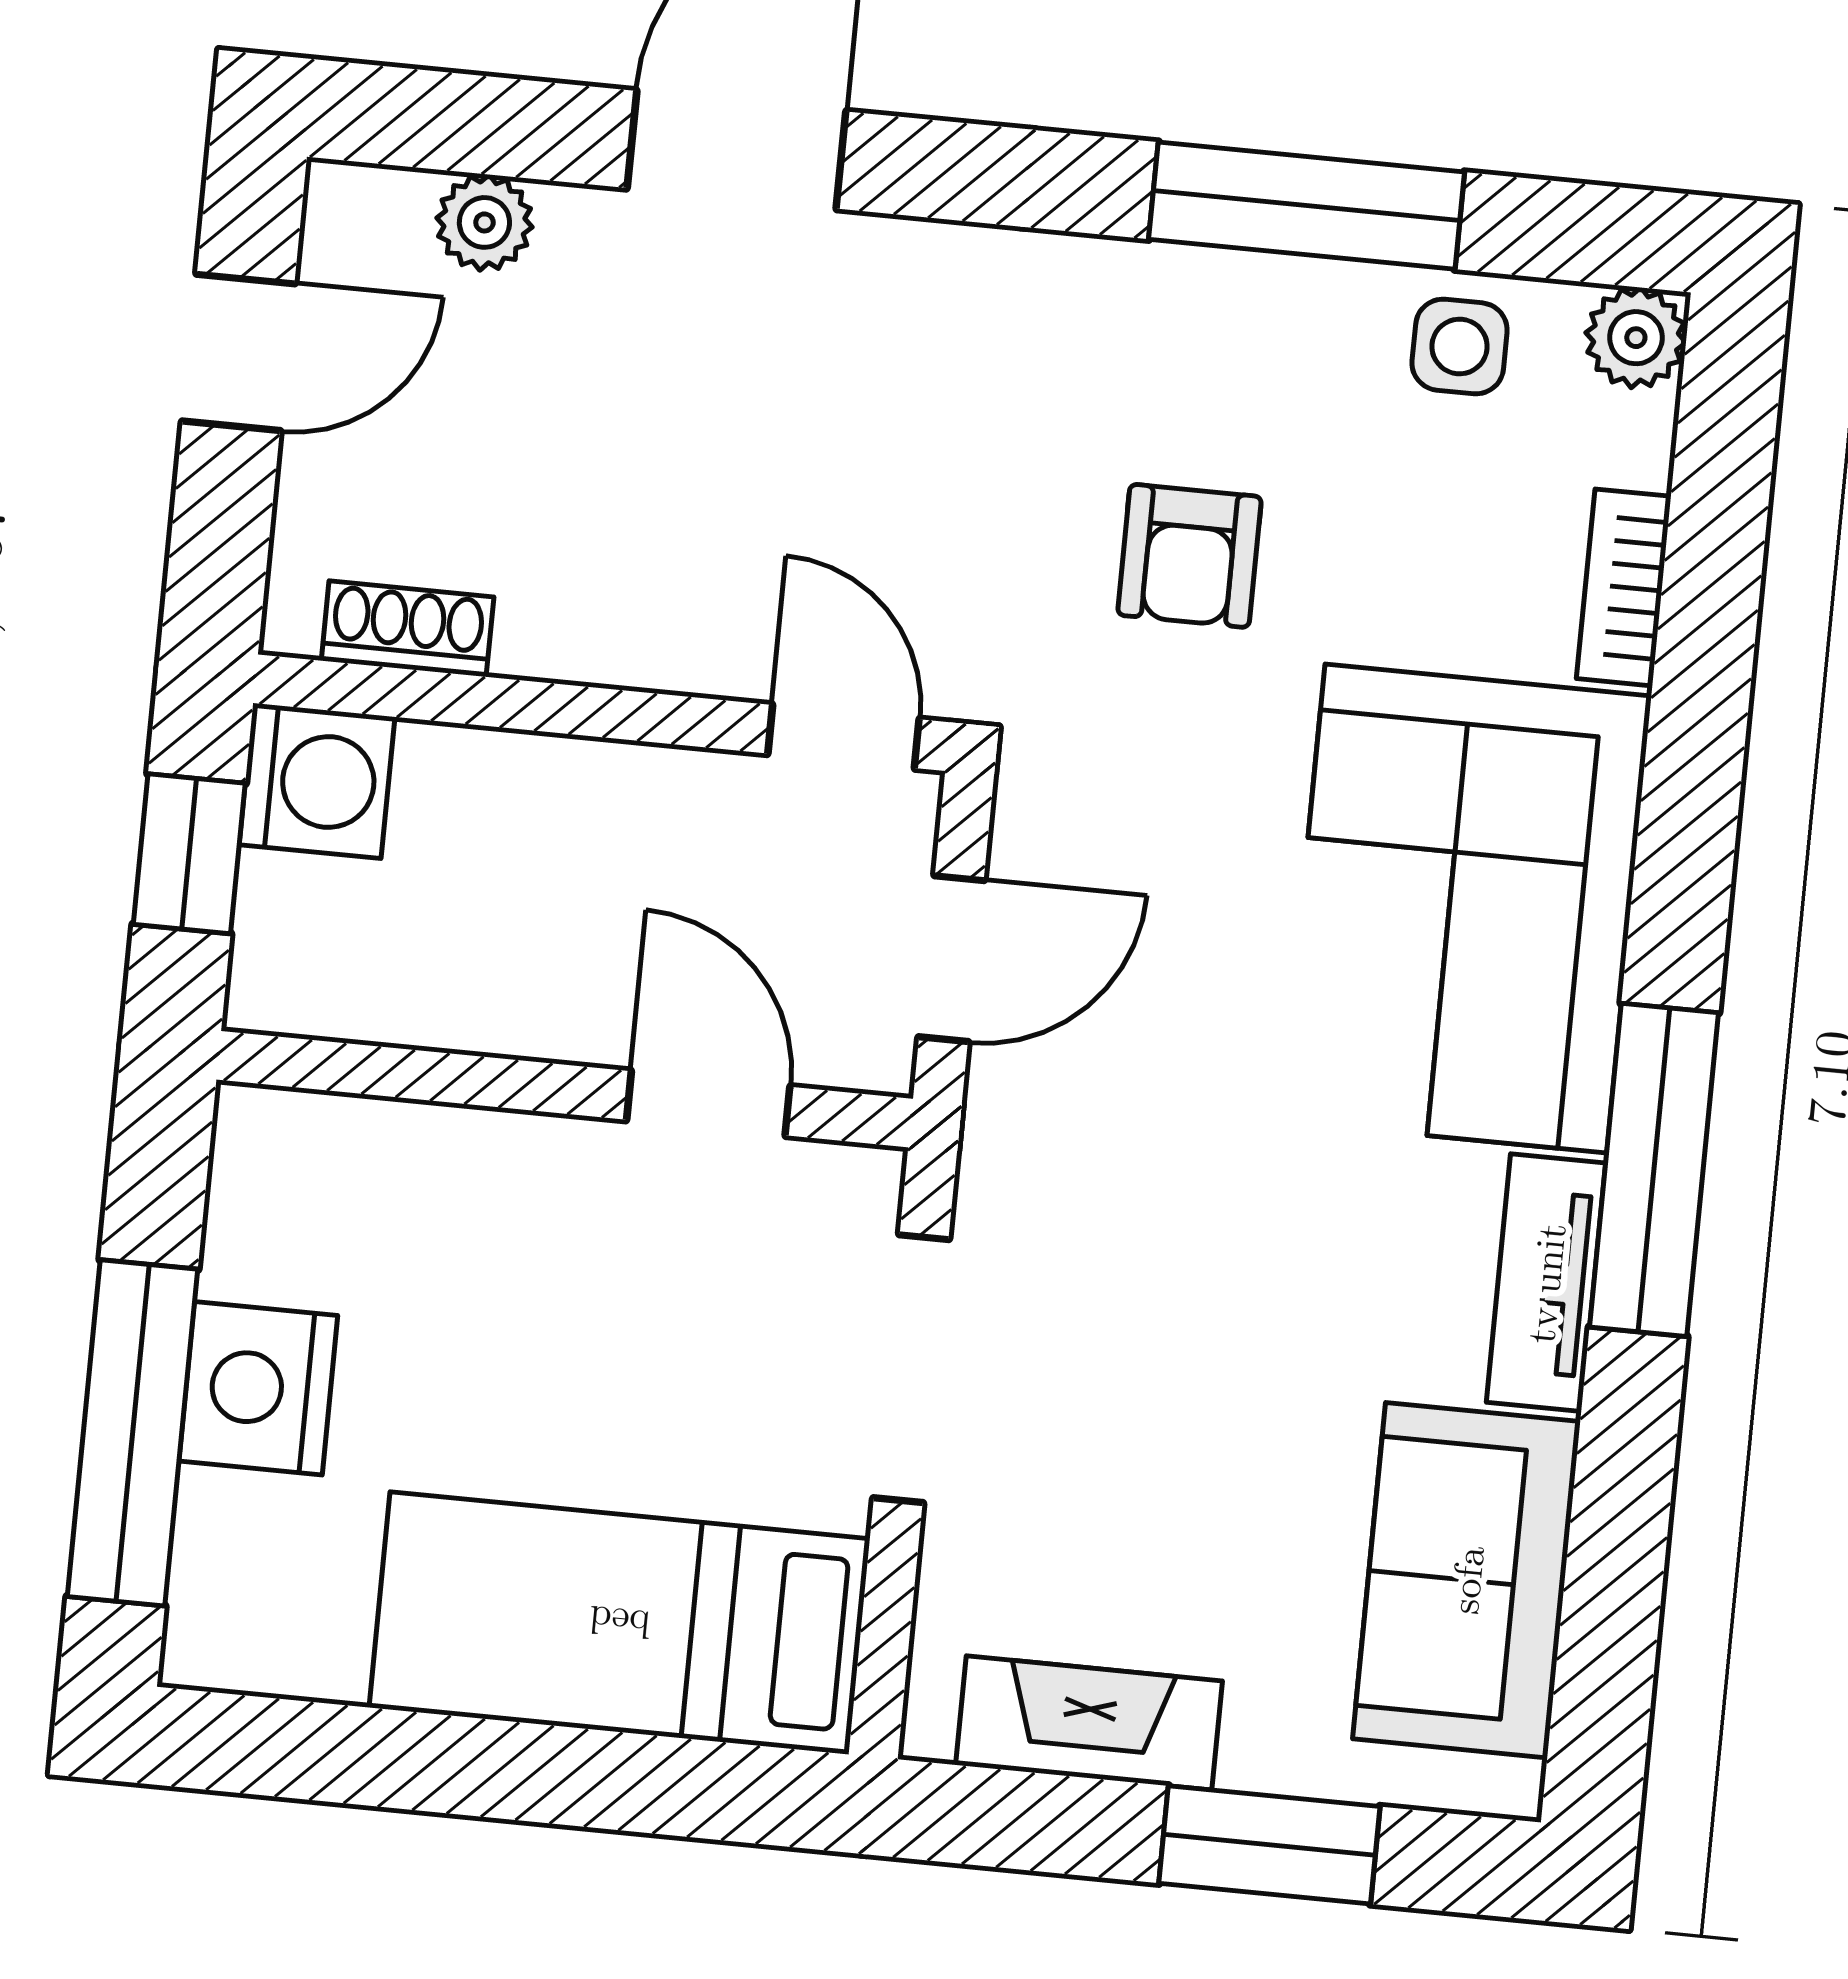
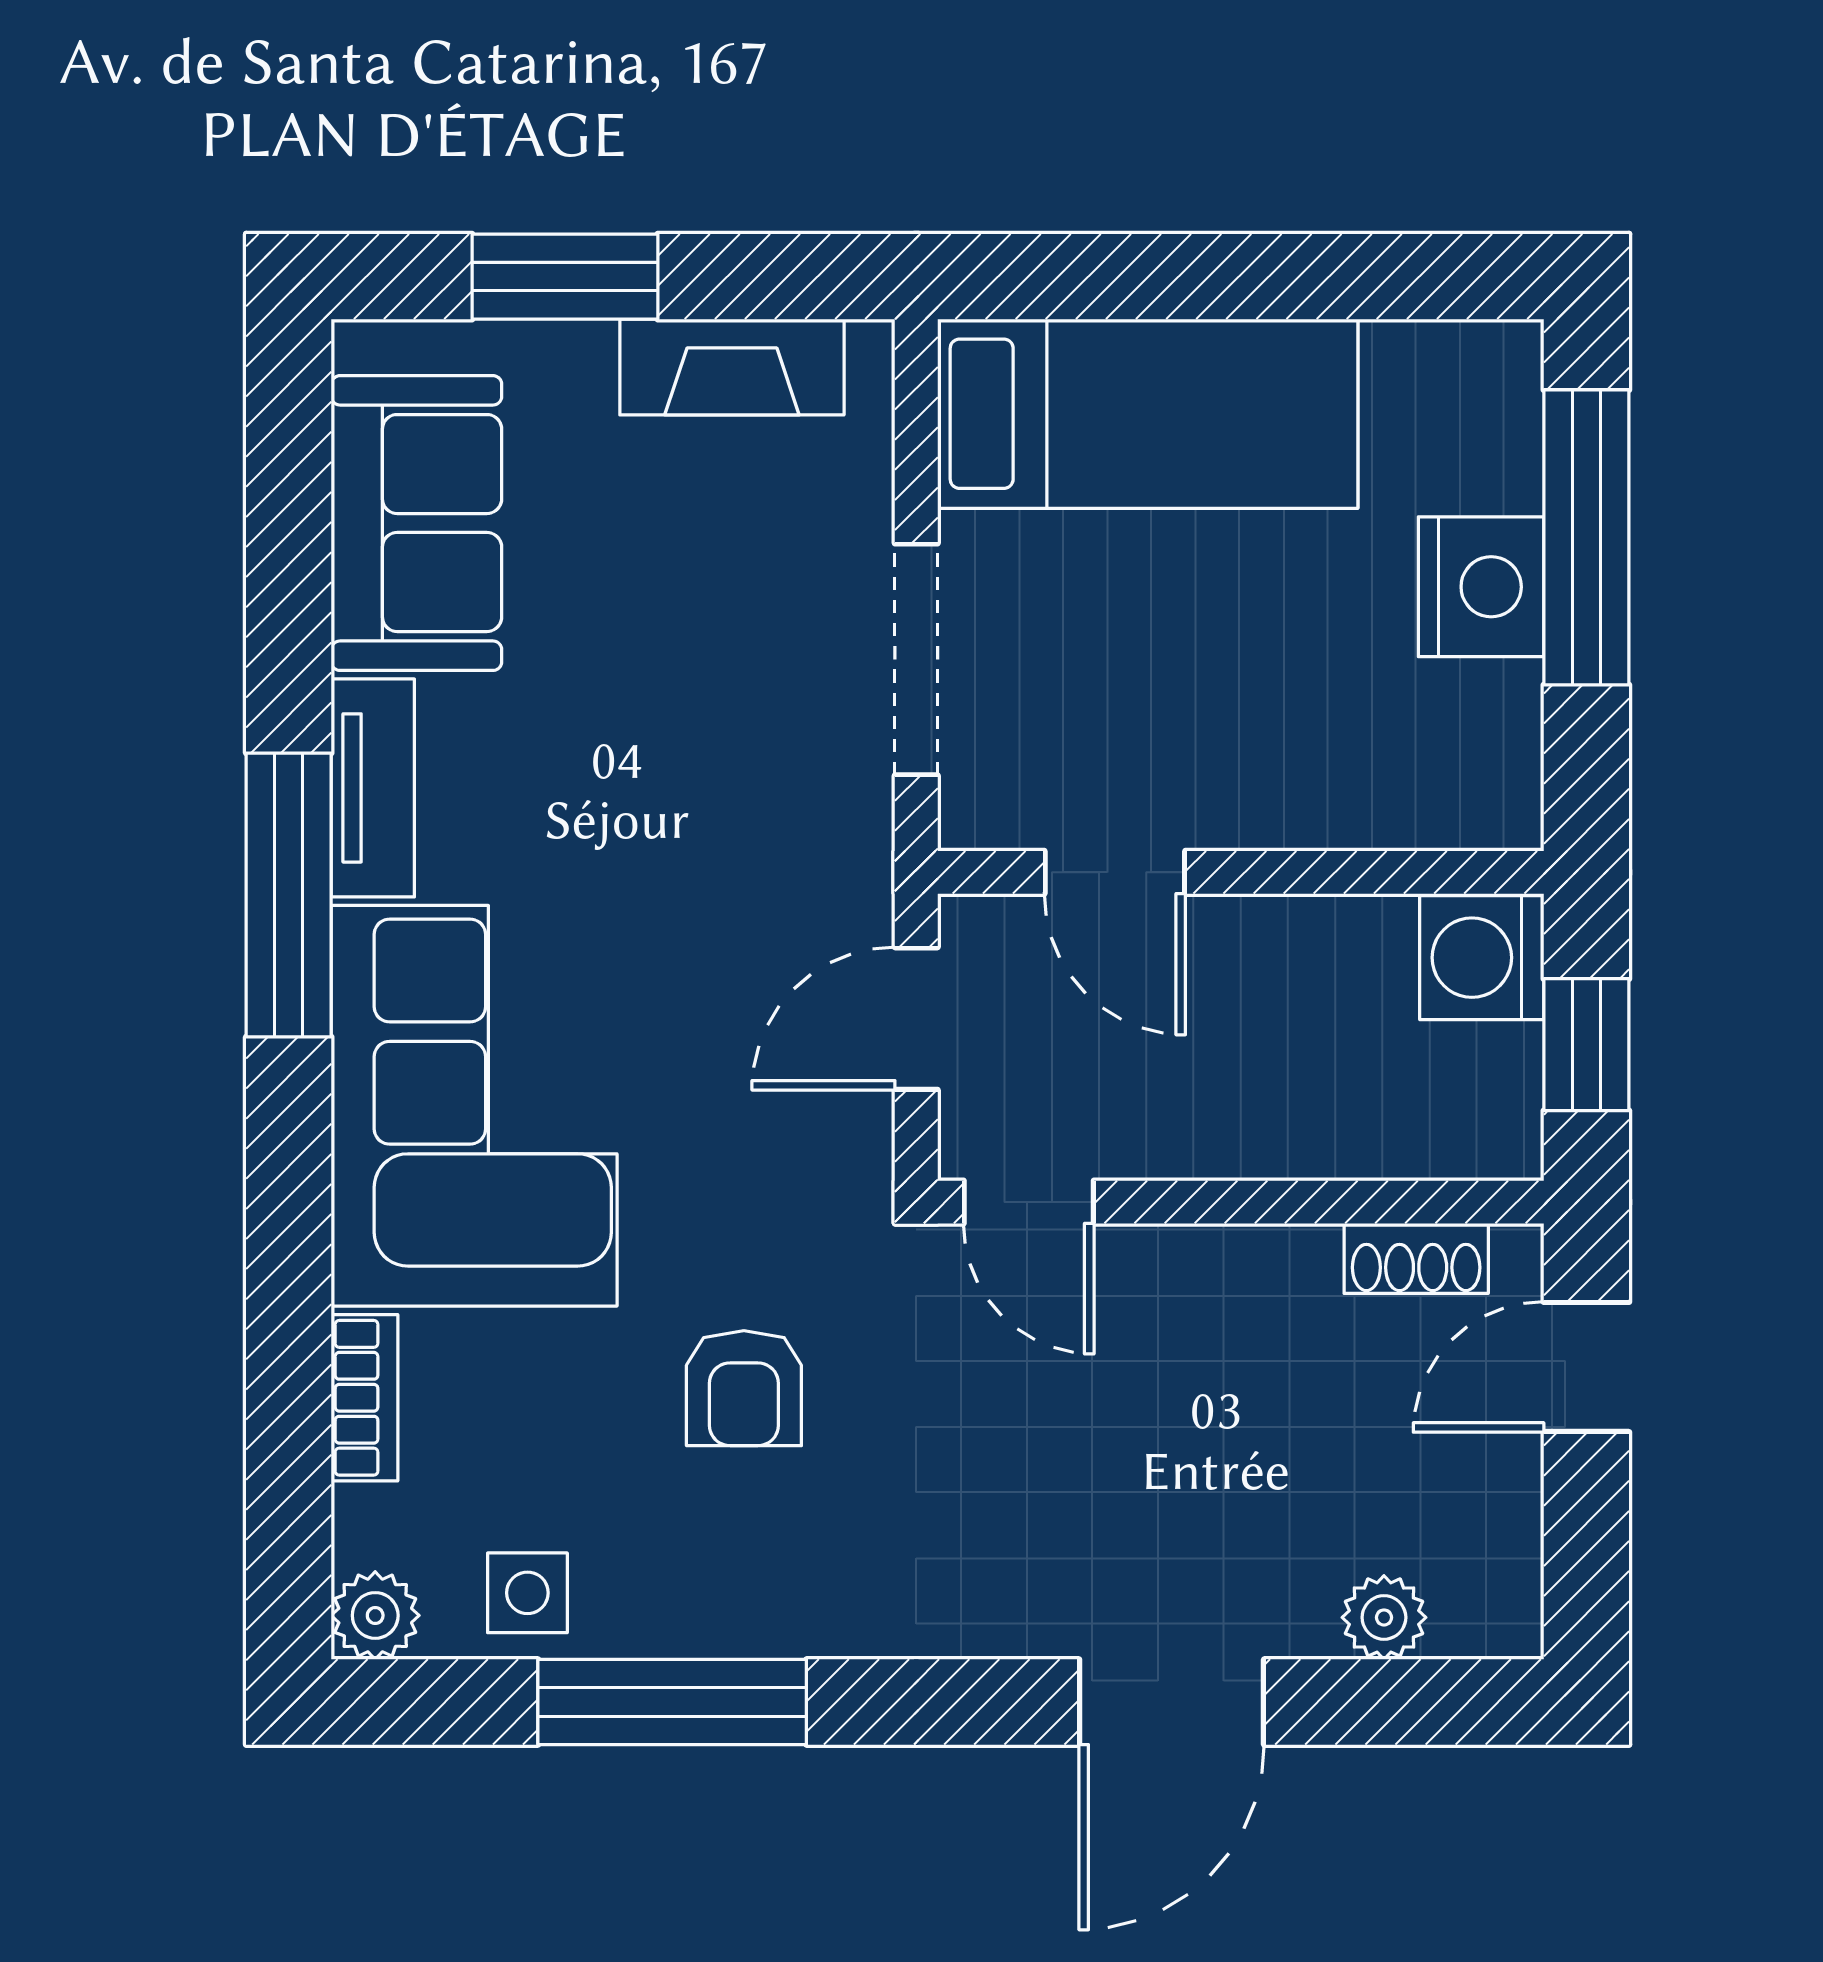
door: (238, 352) -> (1586, 1367), moved
armchair: (1189, 556) -> (744, 1388), turned 180
washing machine: (317, 781) -> (1482, 958), moved

